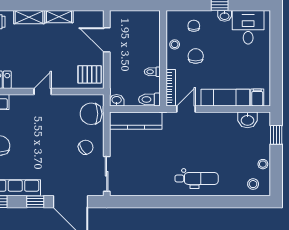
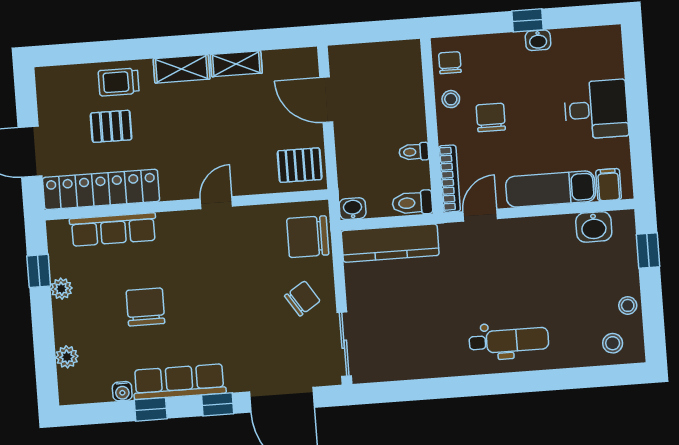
chair: (194, 26) -> (450, 63), moved
desk: (248, 27) -> (596, 109), moved, turned 90

